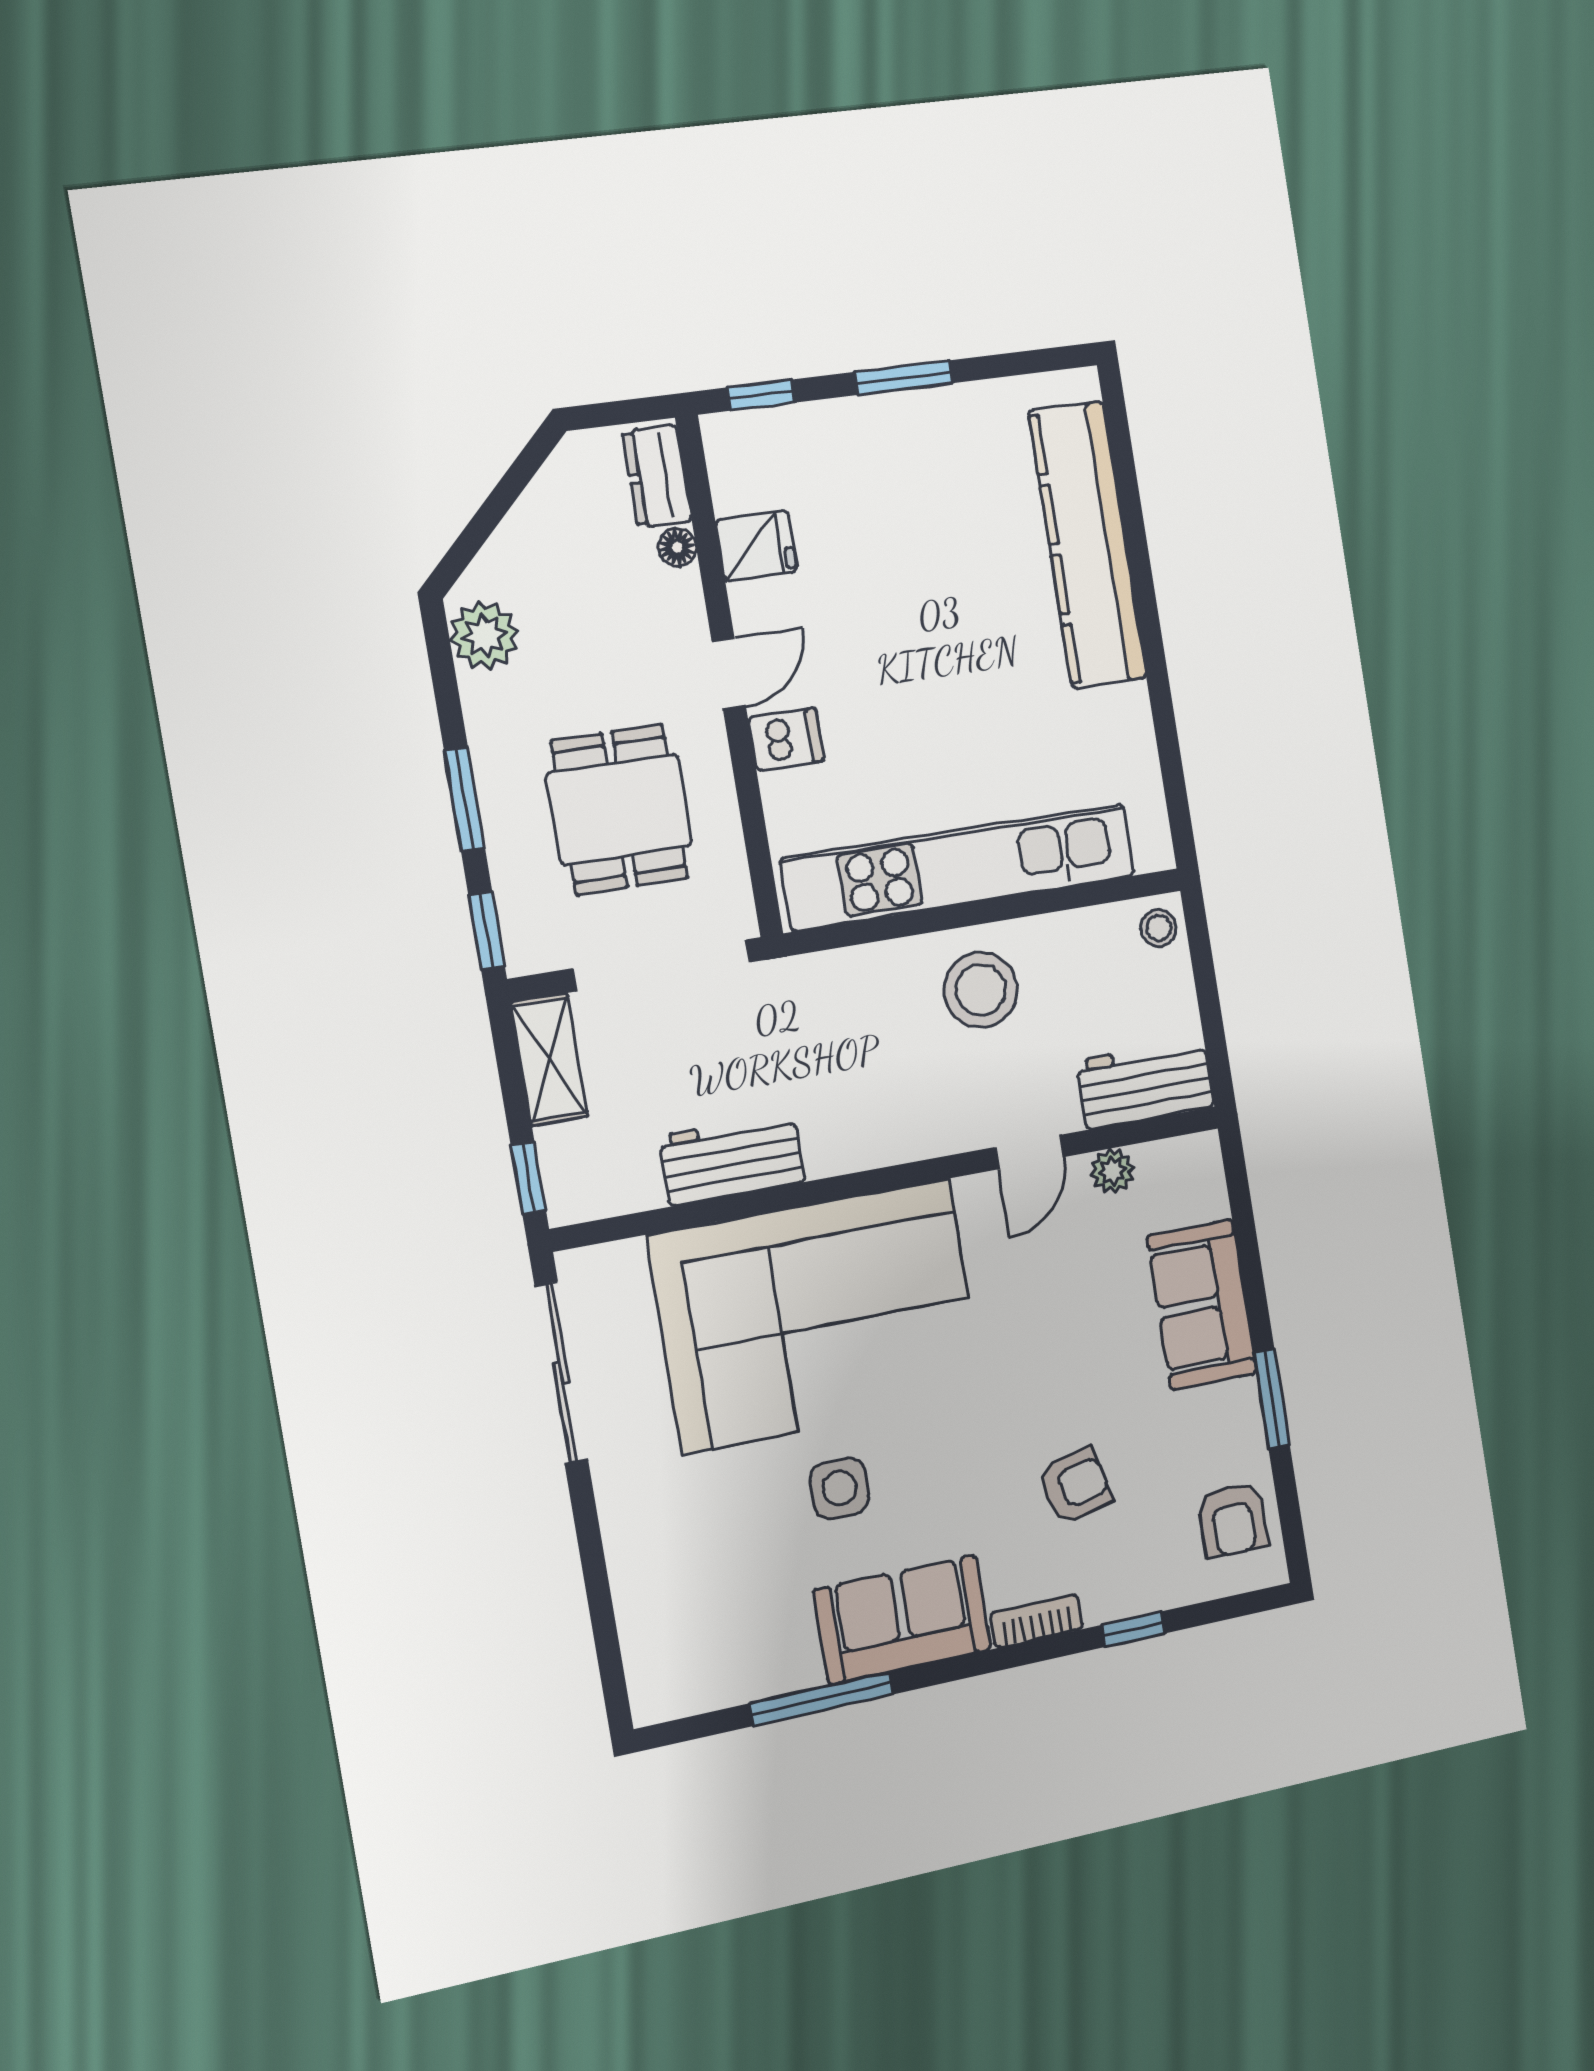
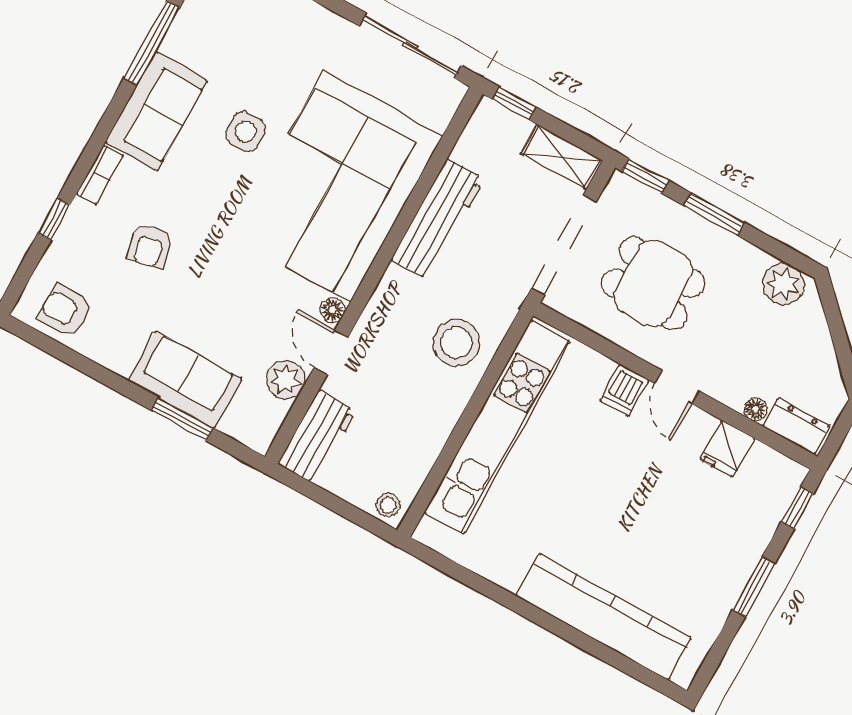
stool: (981, 990) -> (456, 343), moved
workbench: (732, 1159) -> (438, 219), width x1.38
plant: (1112, 1171) -> (286, 380), width x1.38, depth x1.38
floor lamp: (975, 1194) -> (333, 310), added
window: (1272, 1399) -> (182, 419), moved

